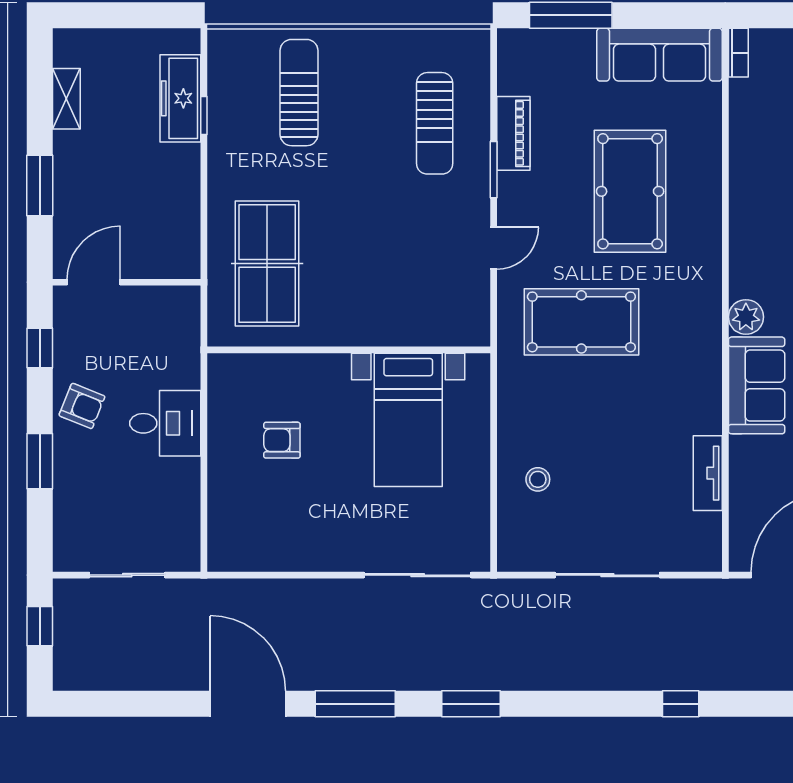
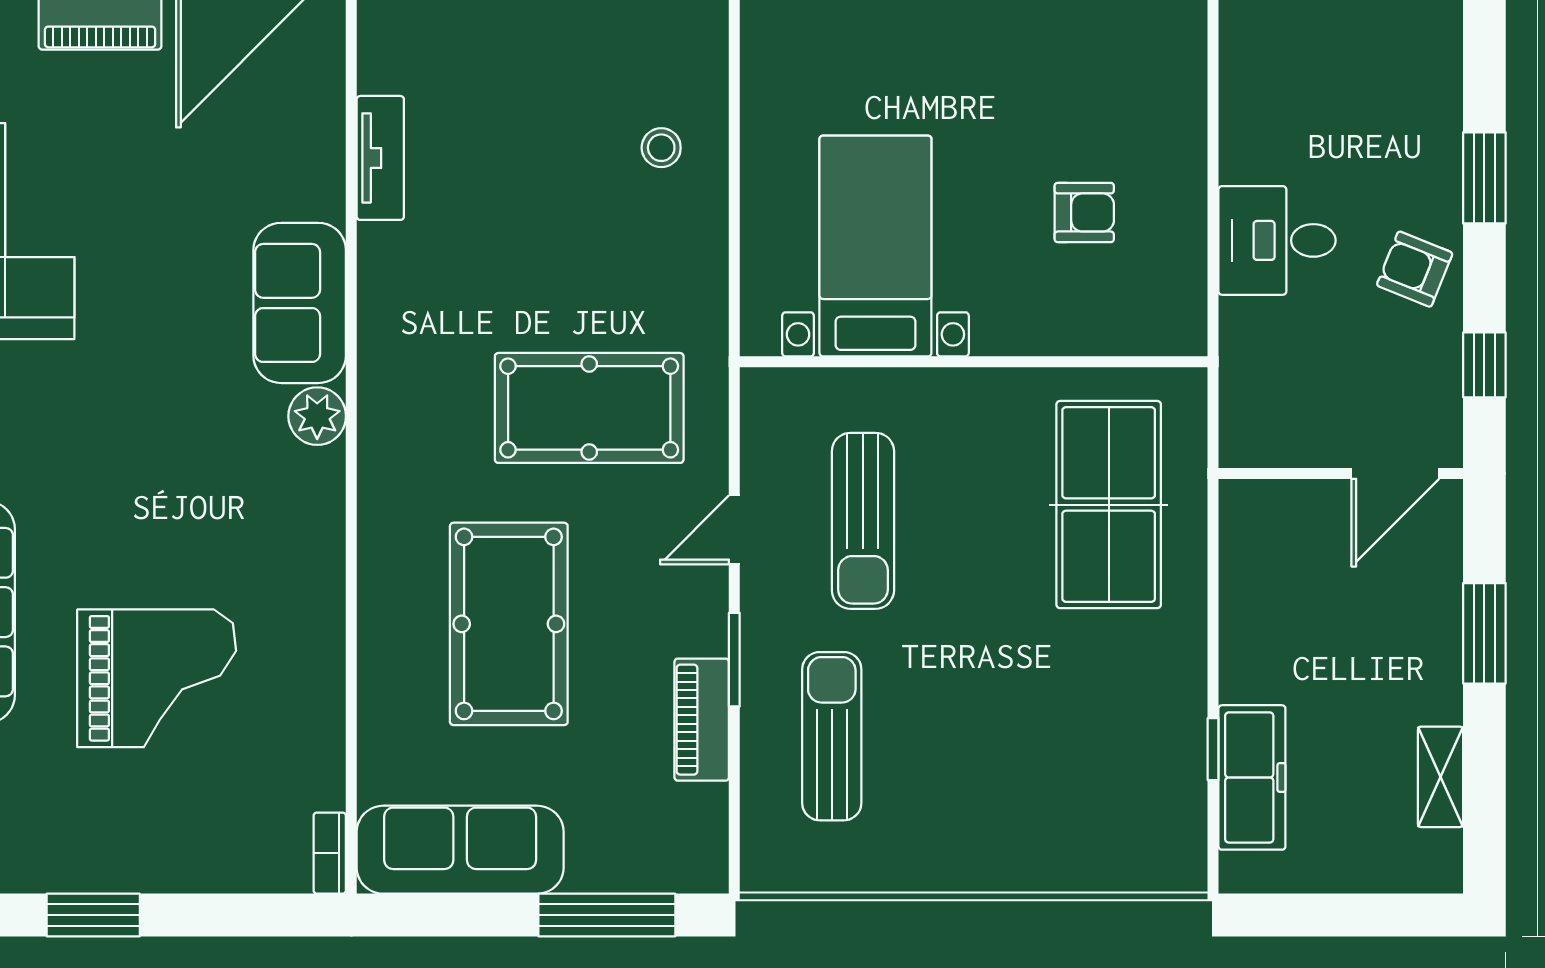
sun lounger: (299, 93) -> (863, 521), moved

